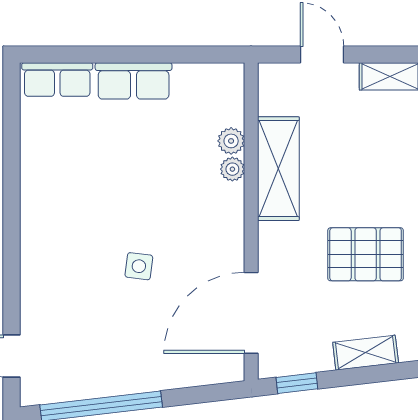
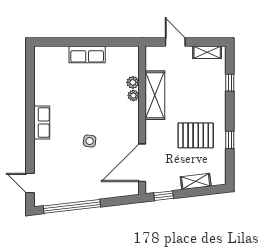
row of seats: (57, 80) -> (42, 123), moved, turned -90

